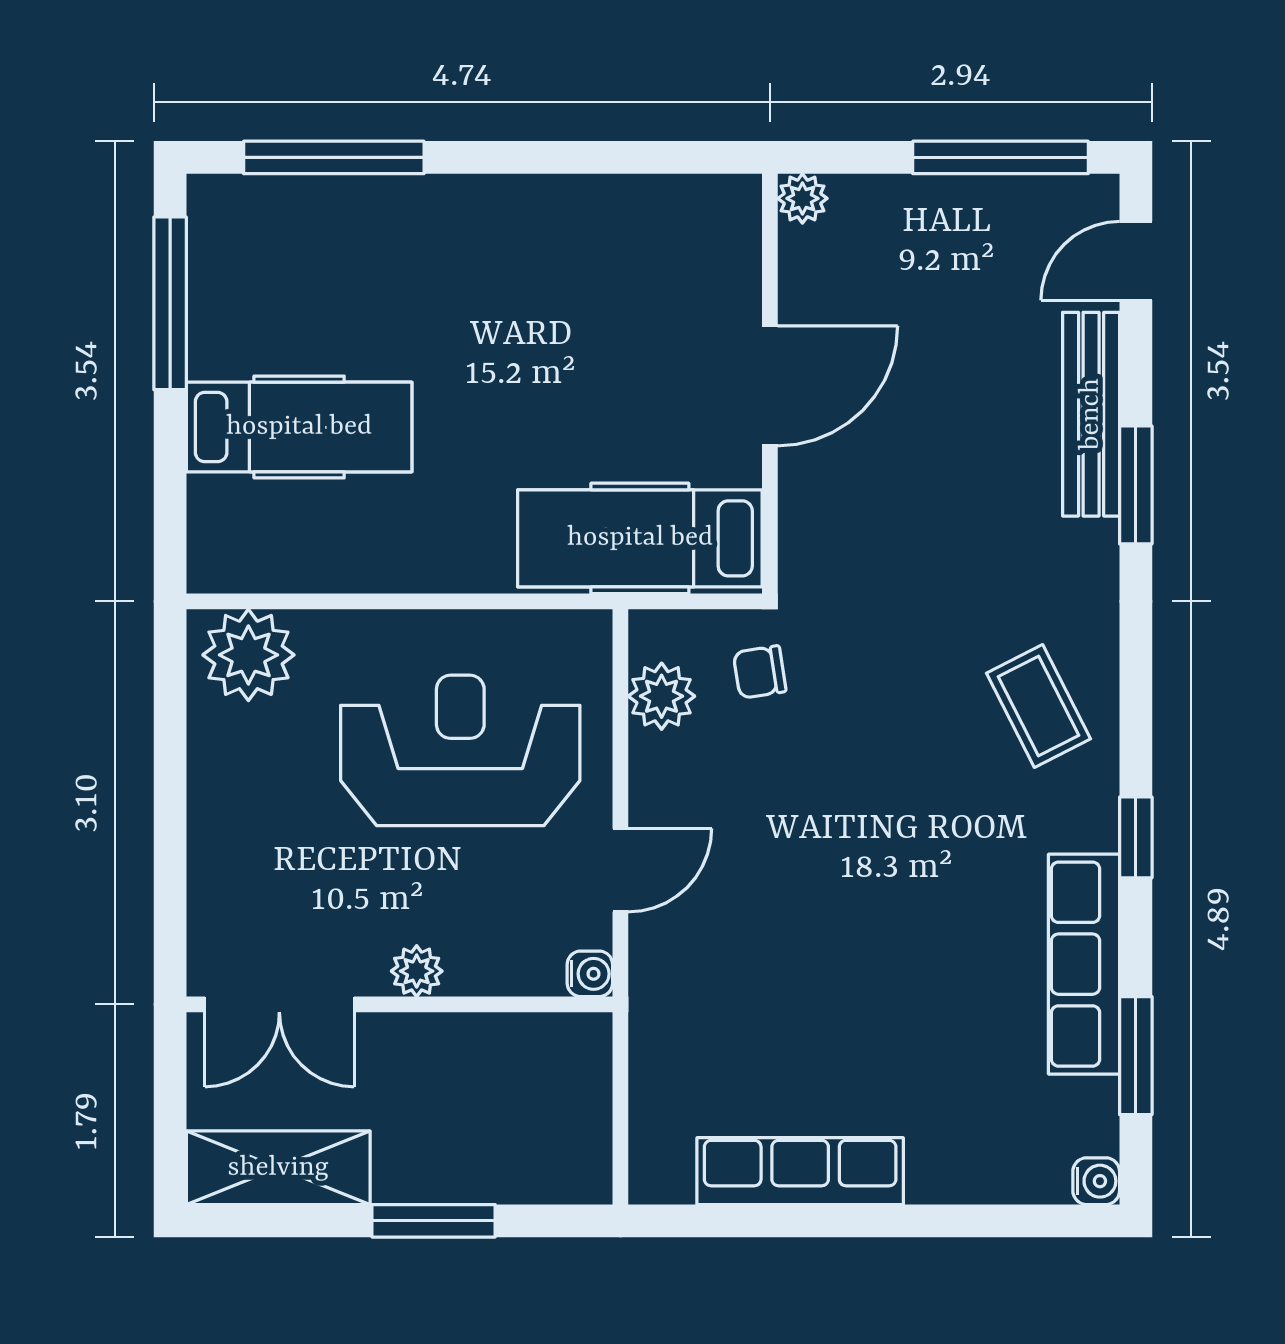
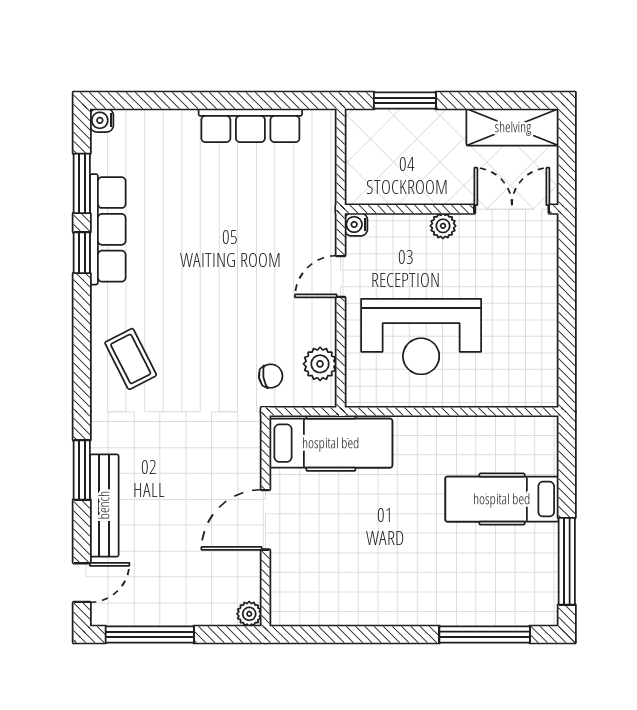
plant: (248, 655) -> (527, 385), removed
window: (1136, 837) -> (82, 253), moved
window: (434, 1221) -> (405, 100), moved

